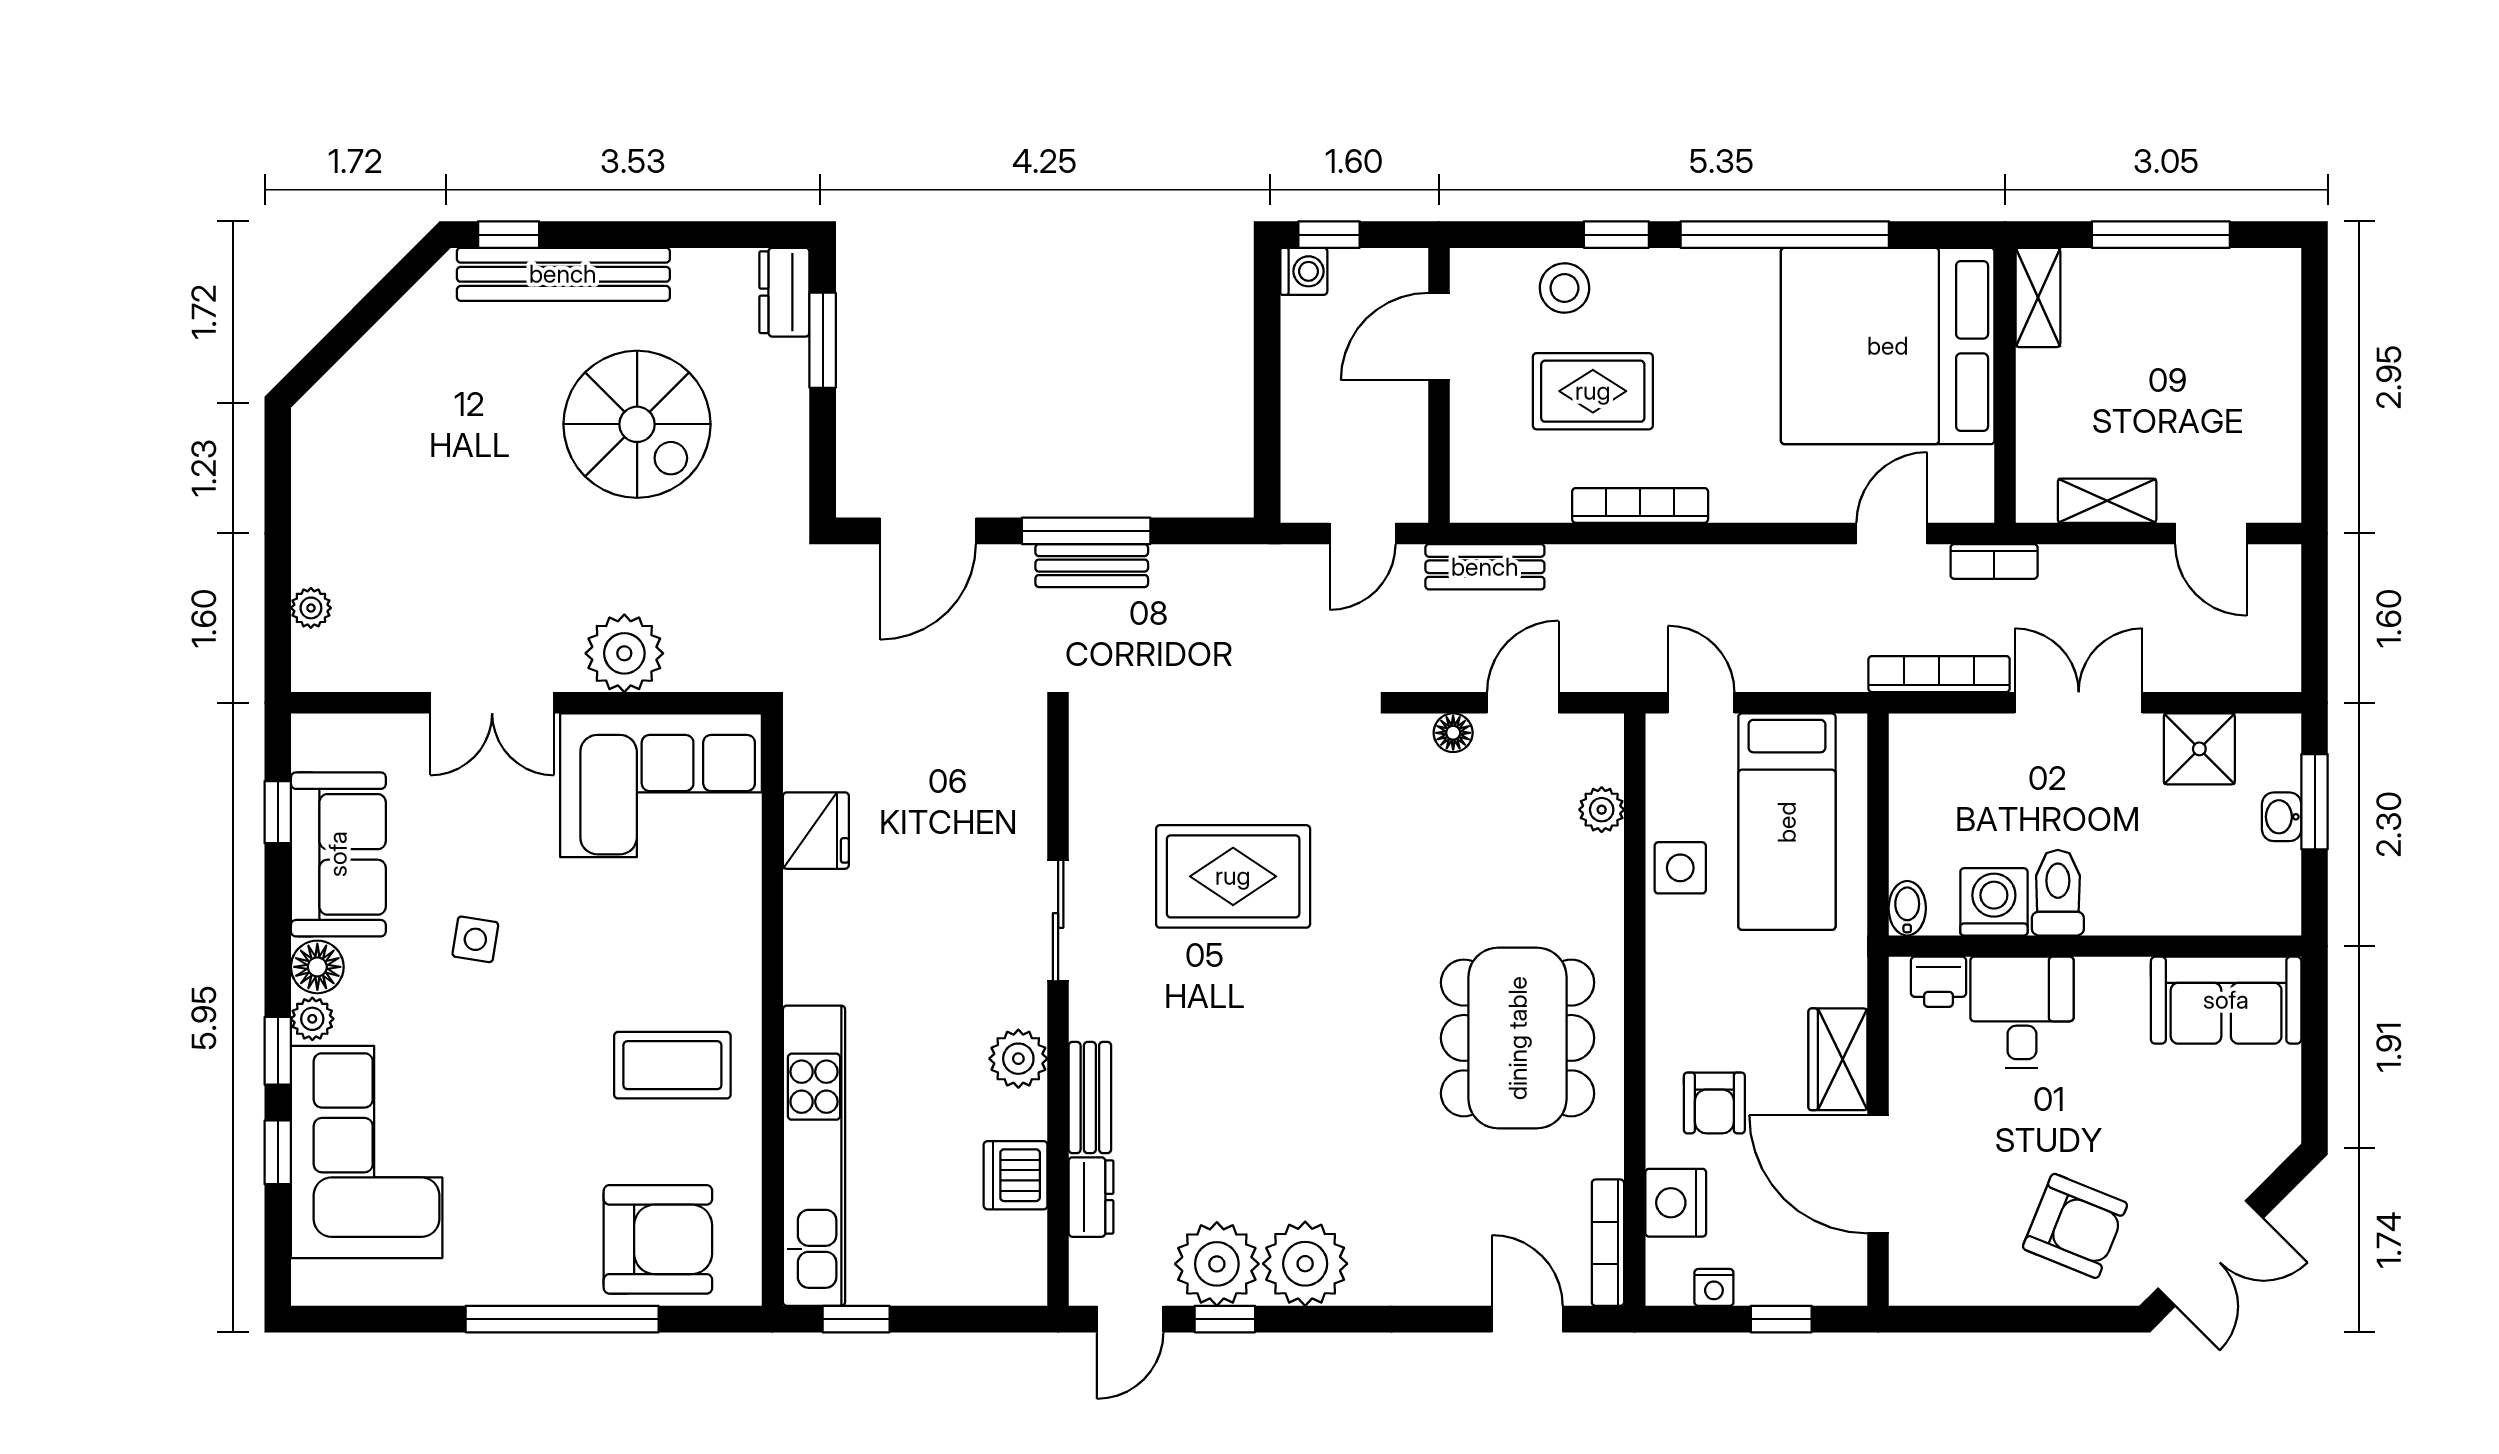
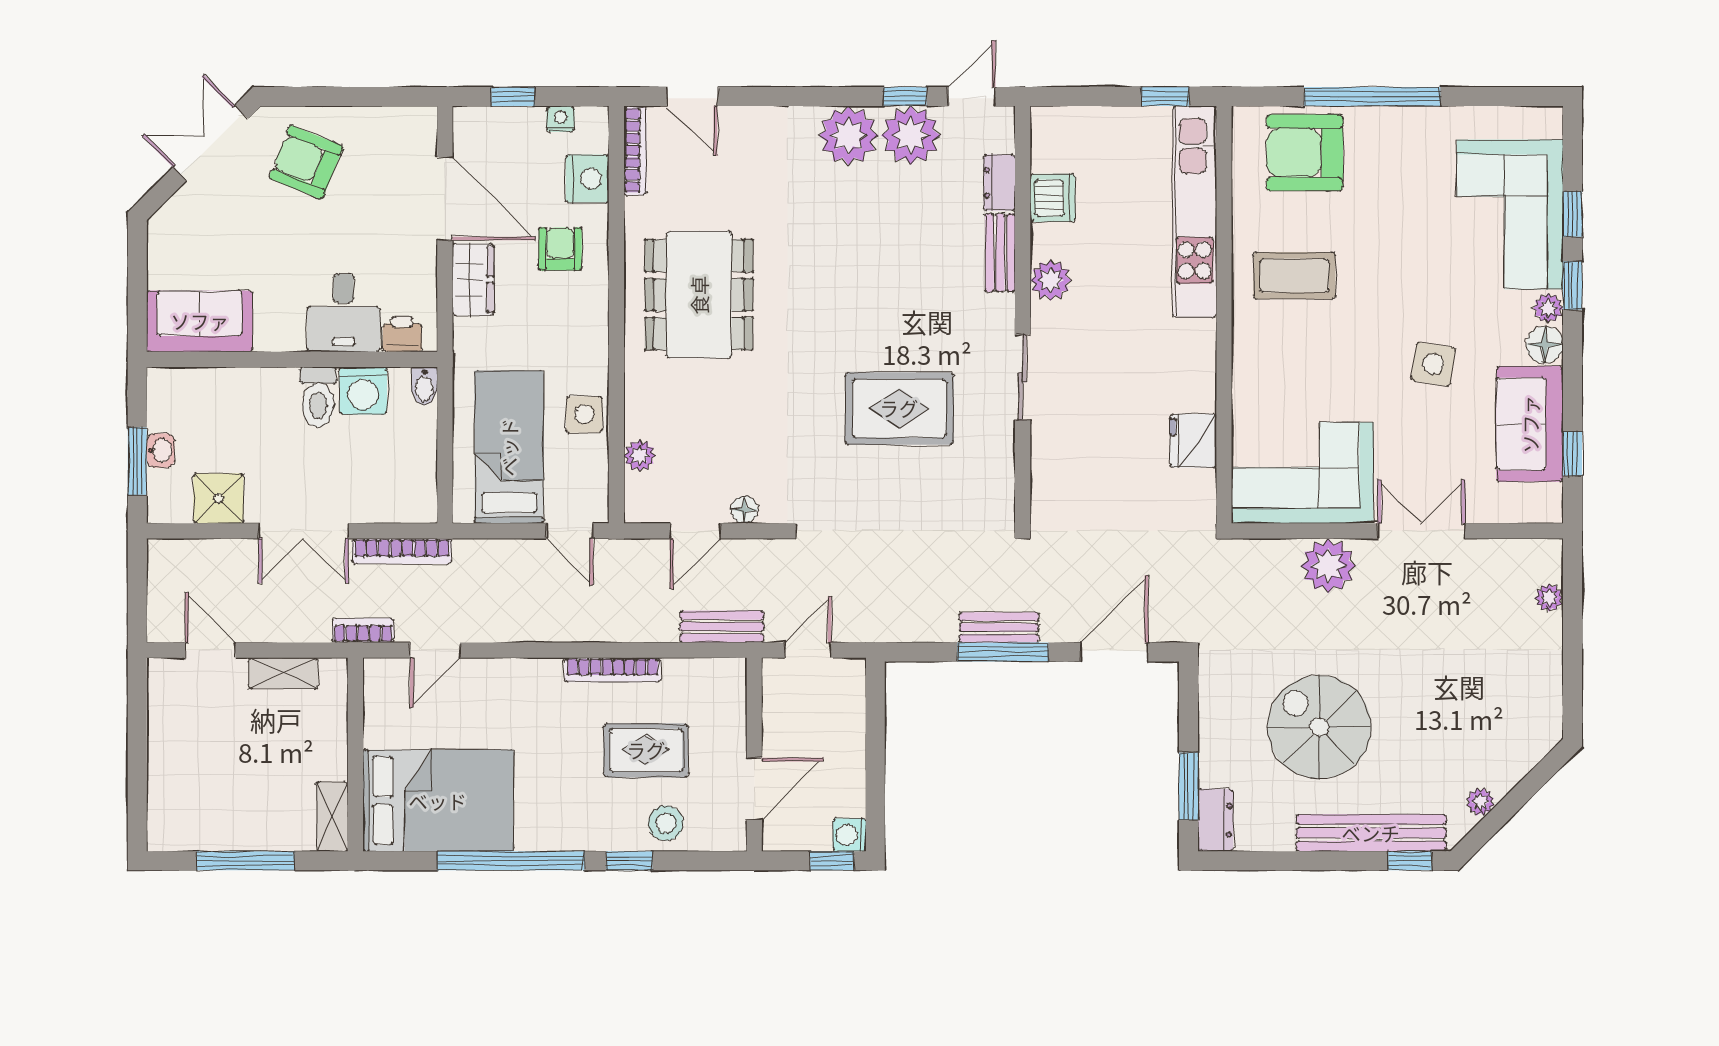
plant: (409, 318) -> (1480, 802), added
bed: (1888, 346) -> (438, 801), width x0.73
side table: (475, 939) -> (1433, 364), width x1.37, depth x1.37

